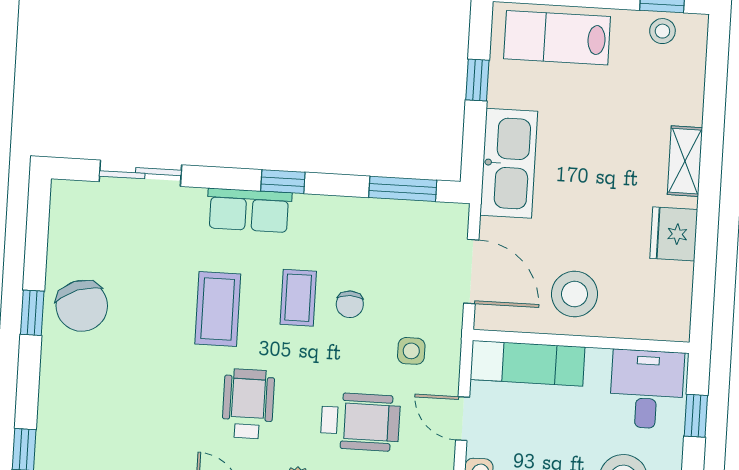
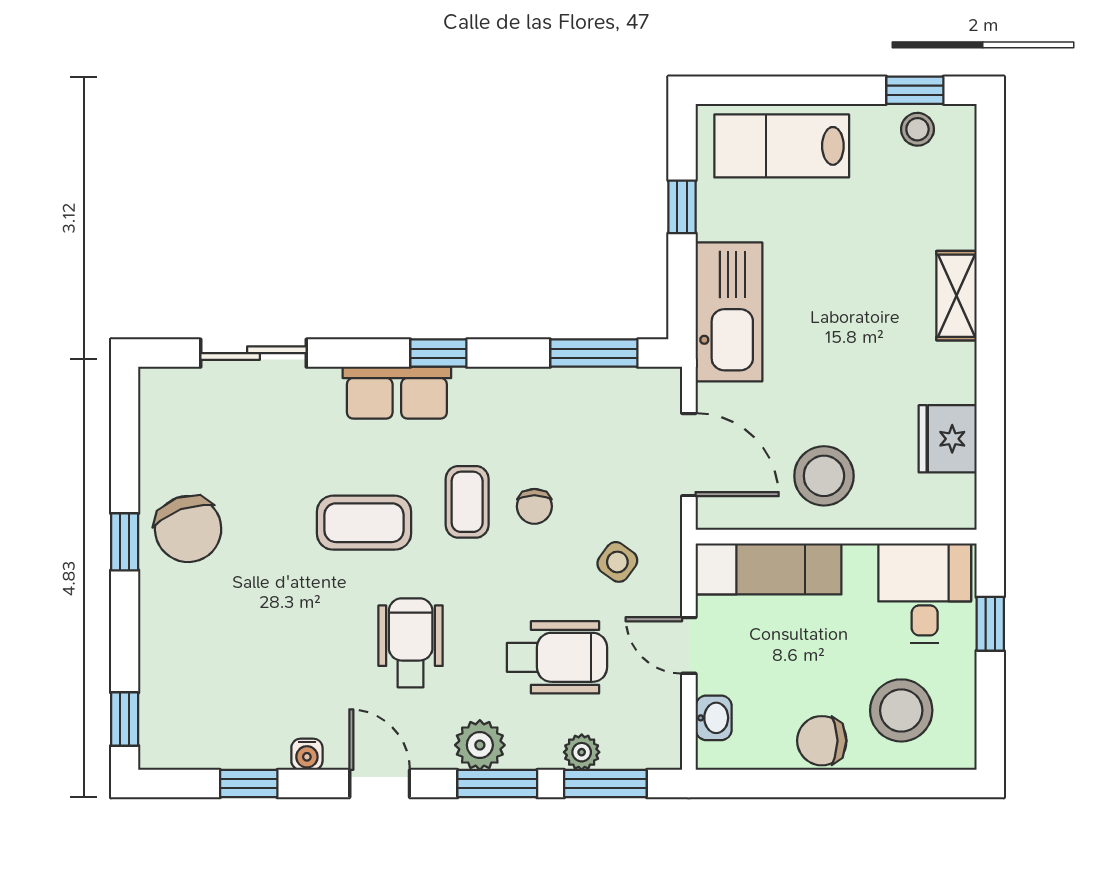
fridge: (674, 234) -> (948, 439), moved
coffee table: (218, 309) -> (364, 523), turned 90
side table: (411, 351) -> (617, 562), turned 36

